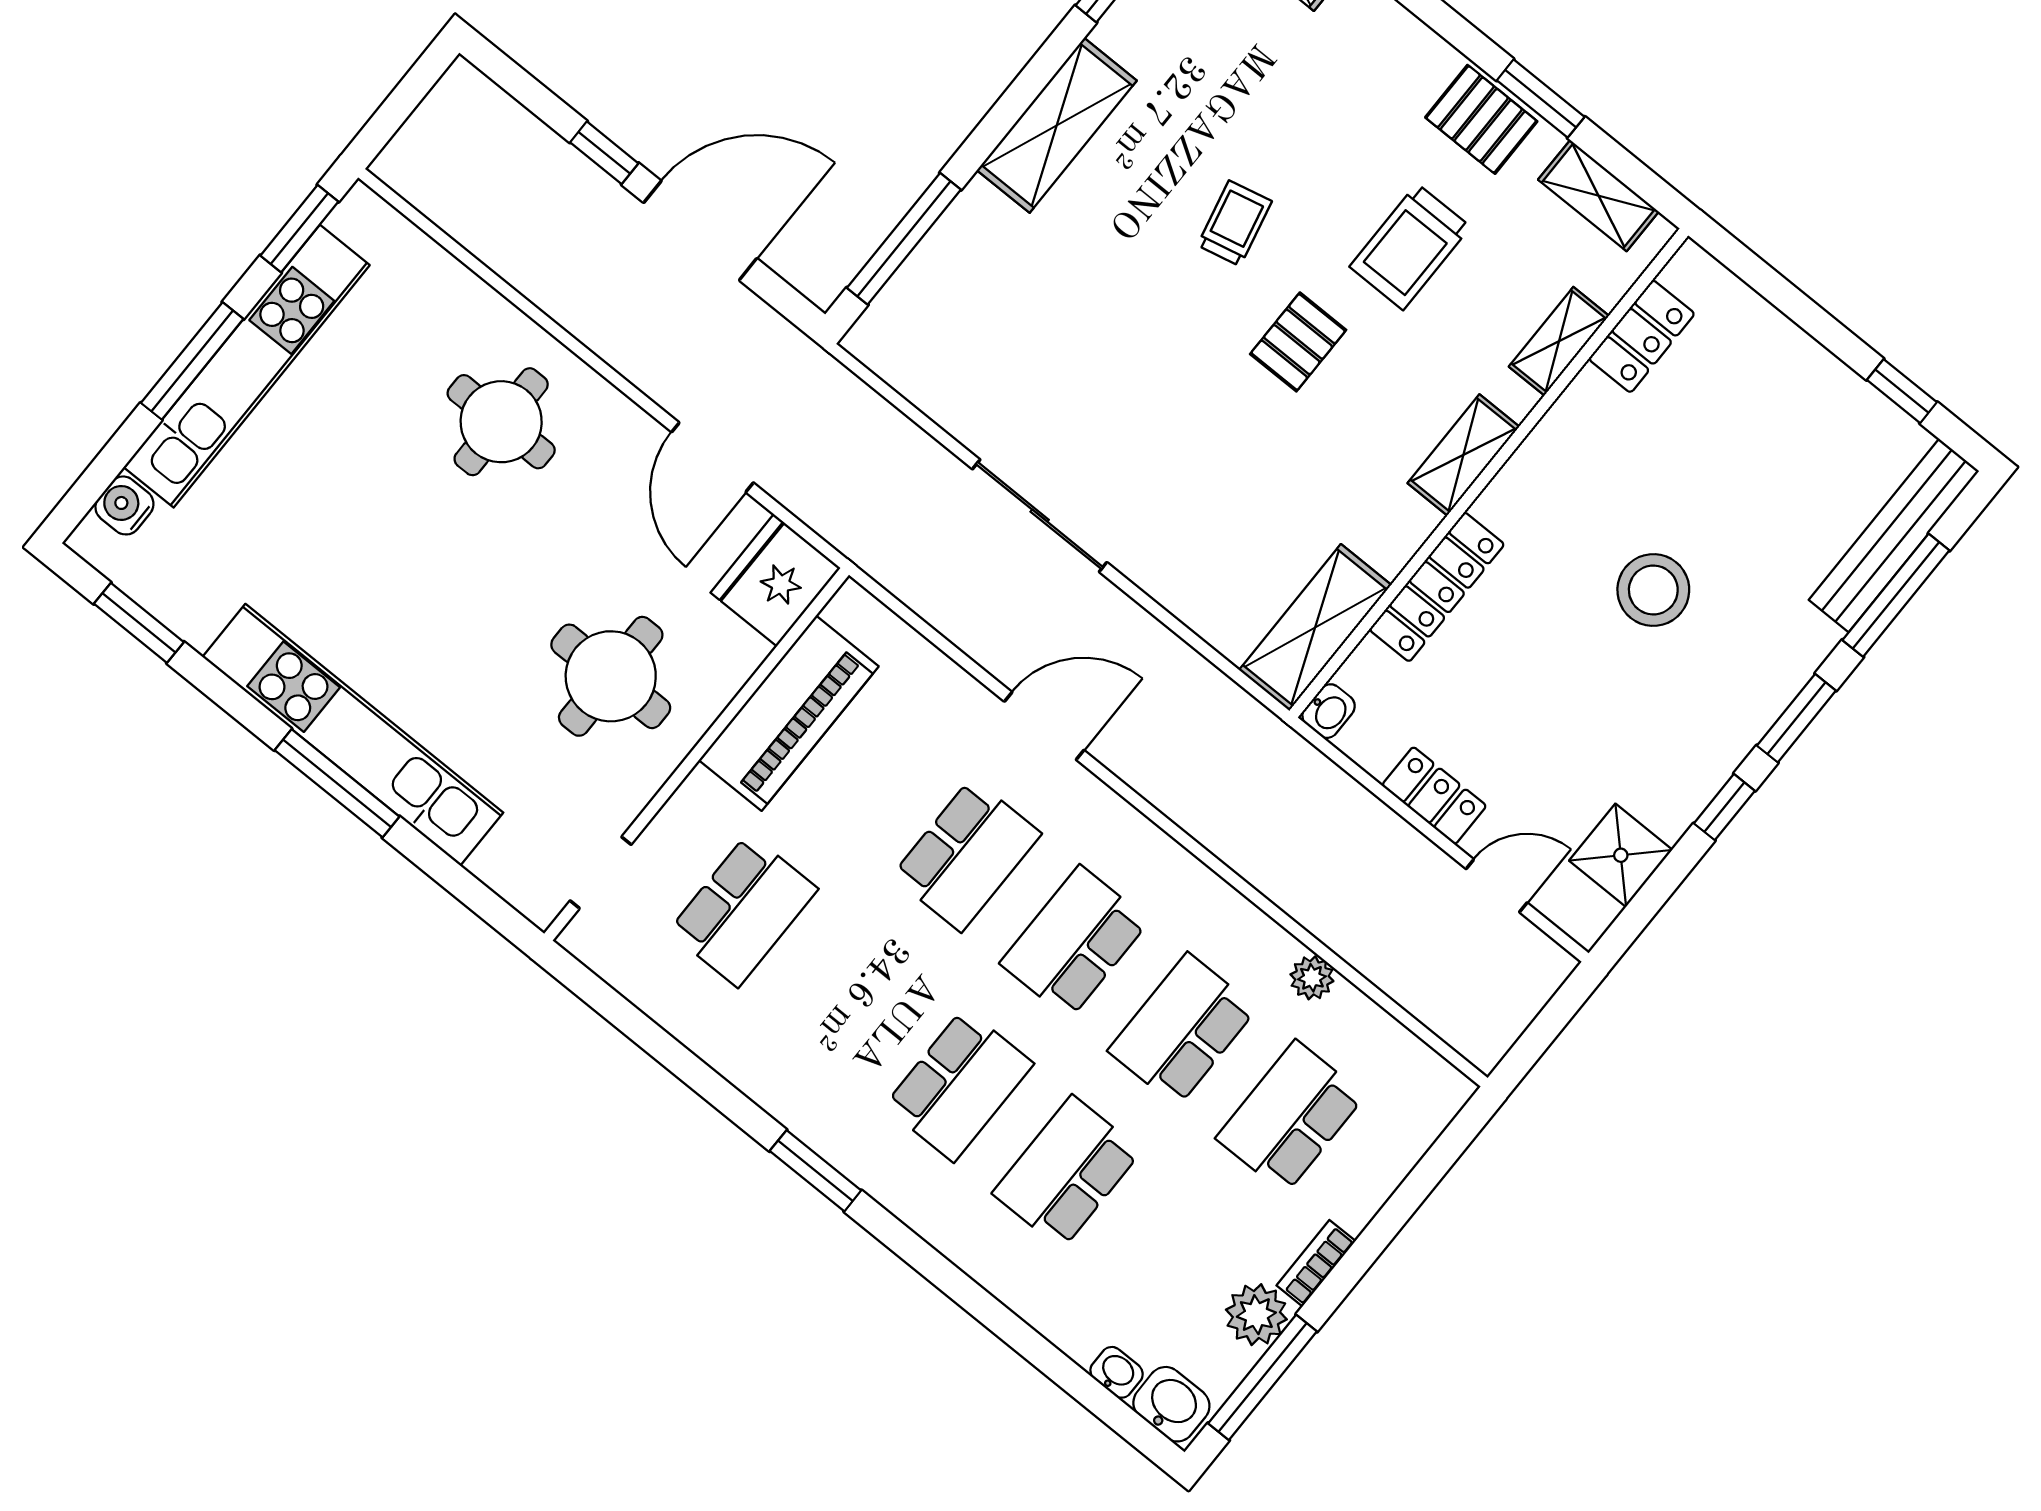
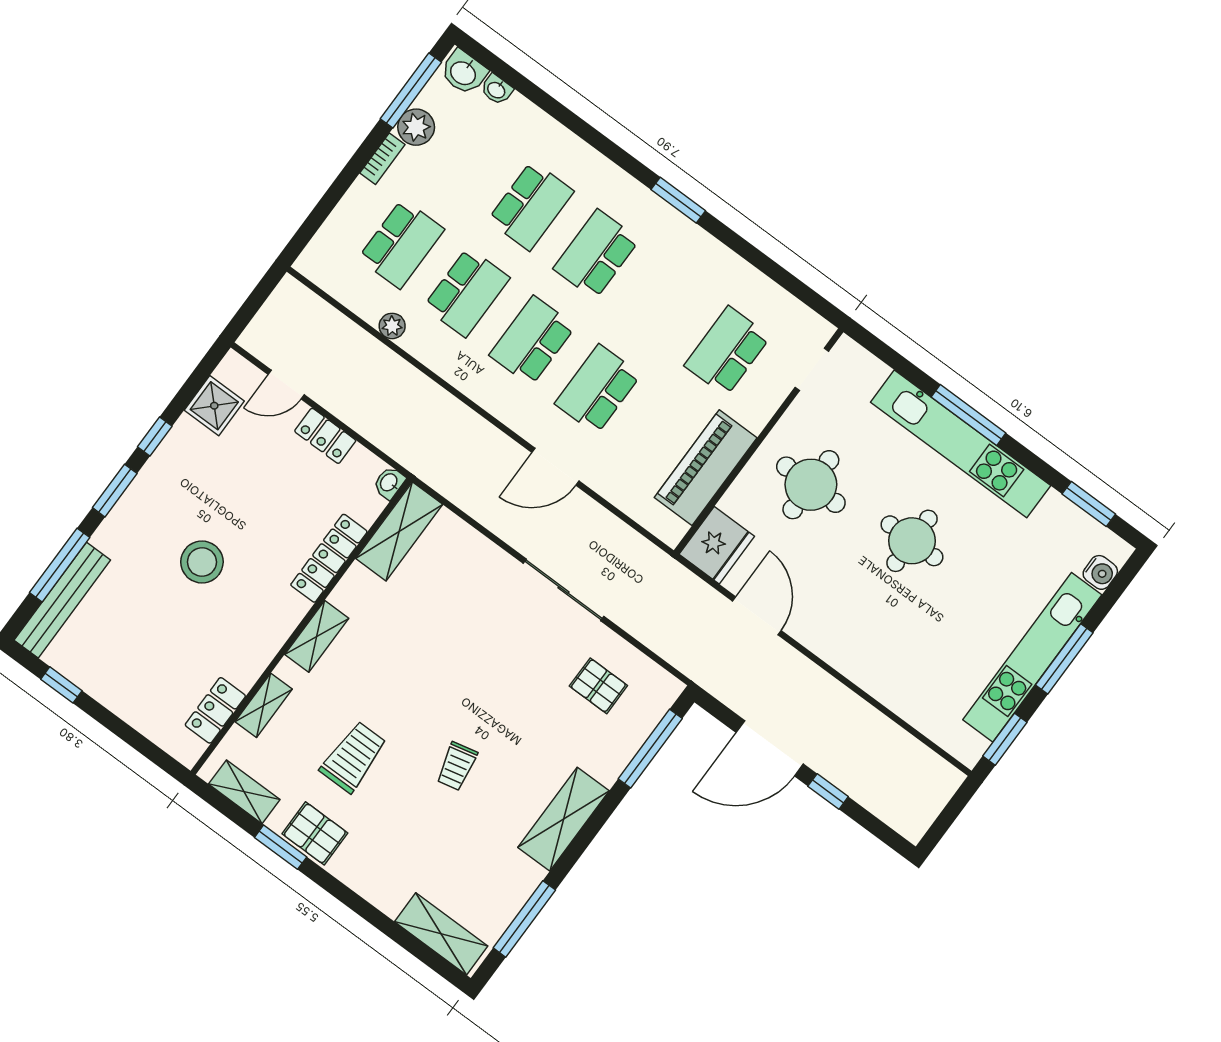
pallet: (1298, 342) -> (598, 686), moved, turned 90
round table: (501, 422) -> (912, 541), moved
school desk: (1074, 942) -> (532, 341), turned 180

